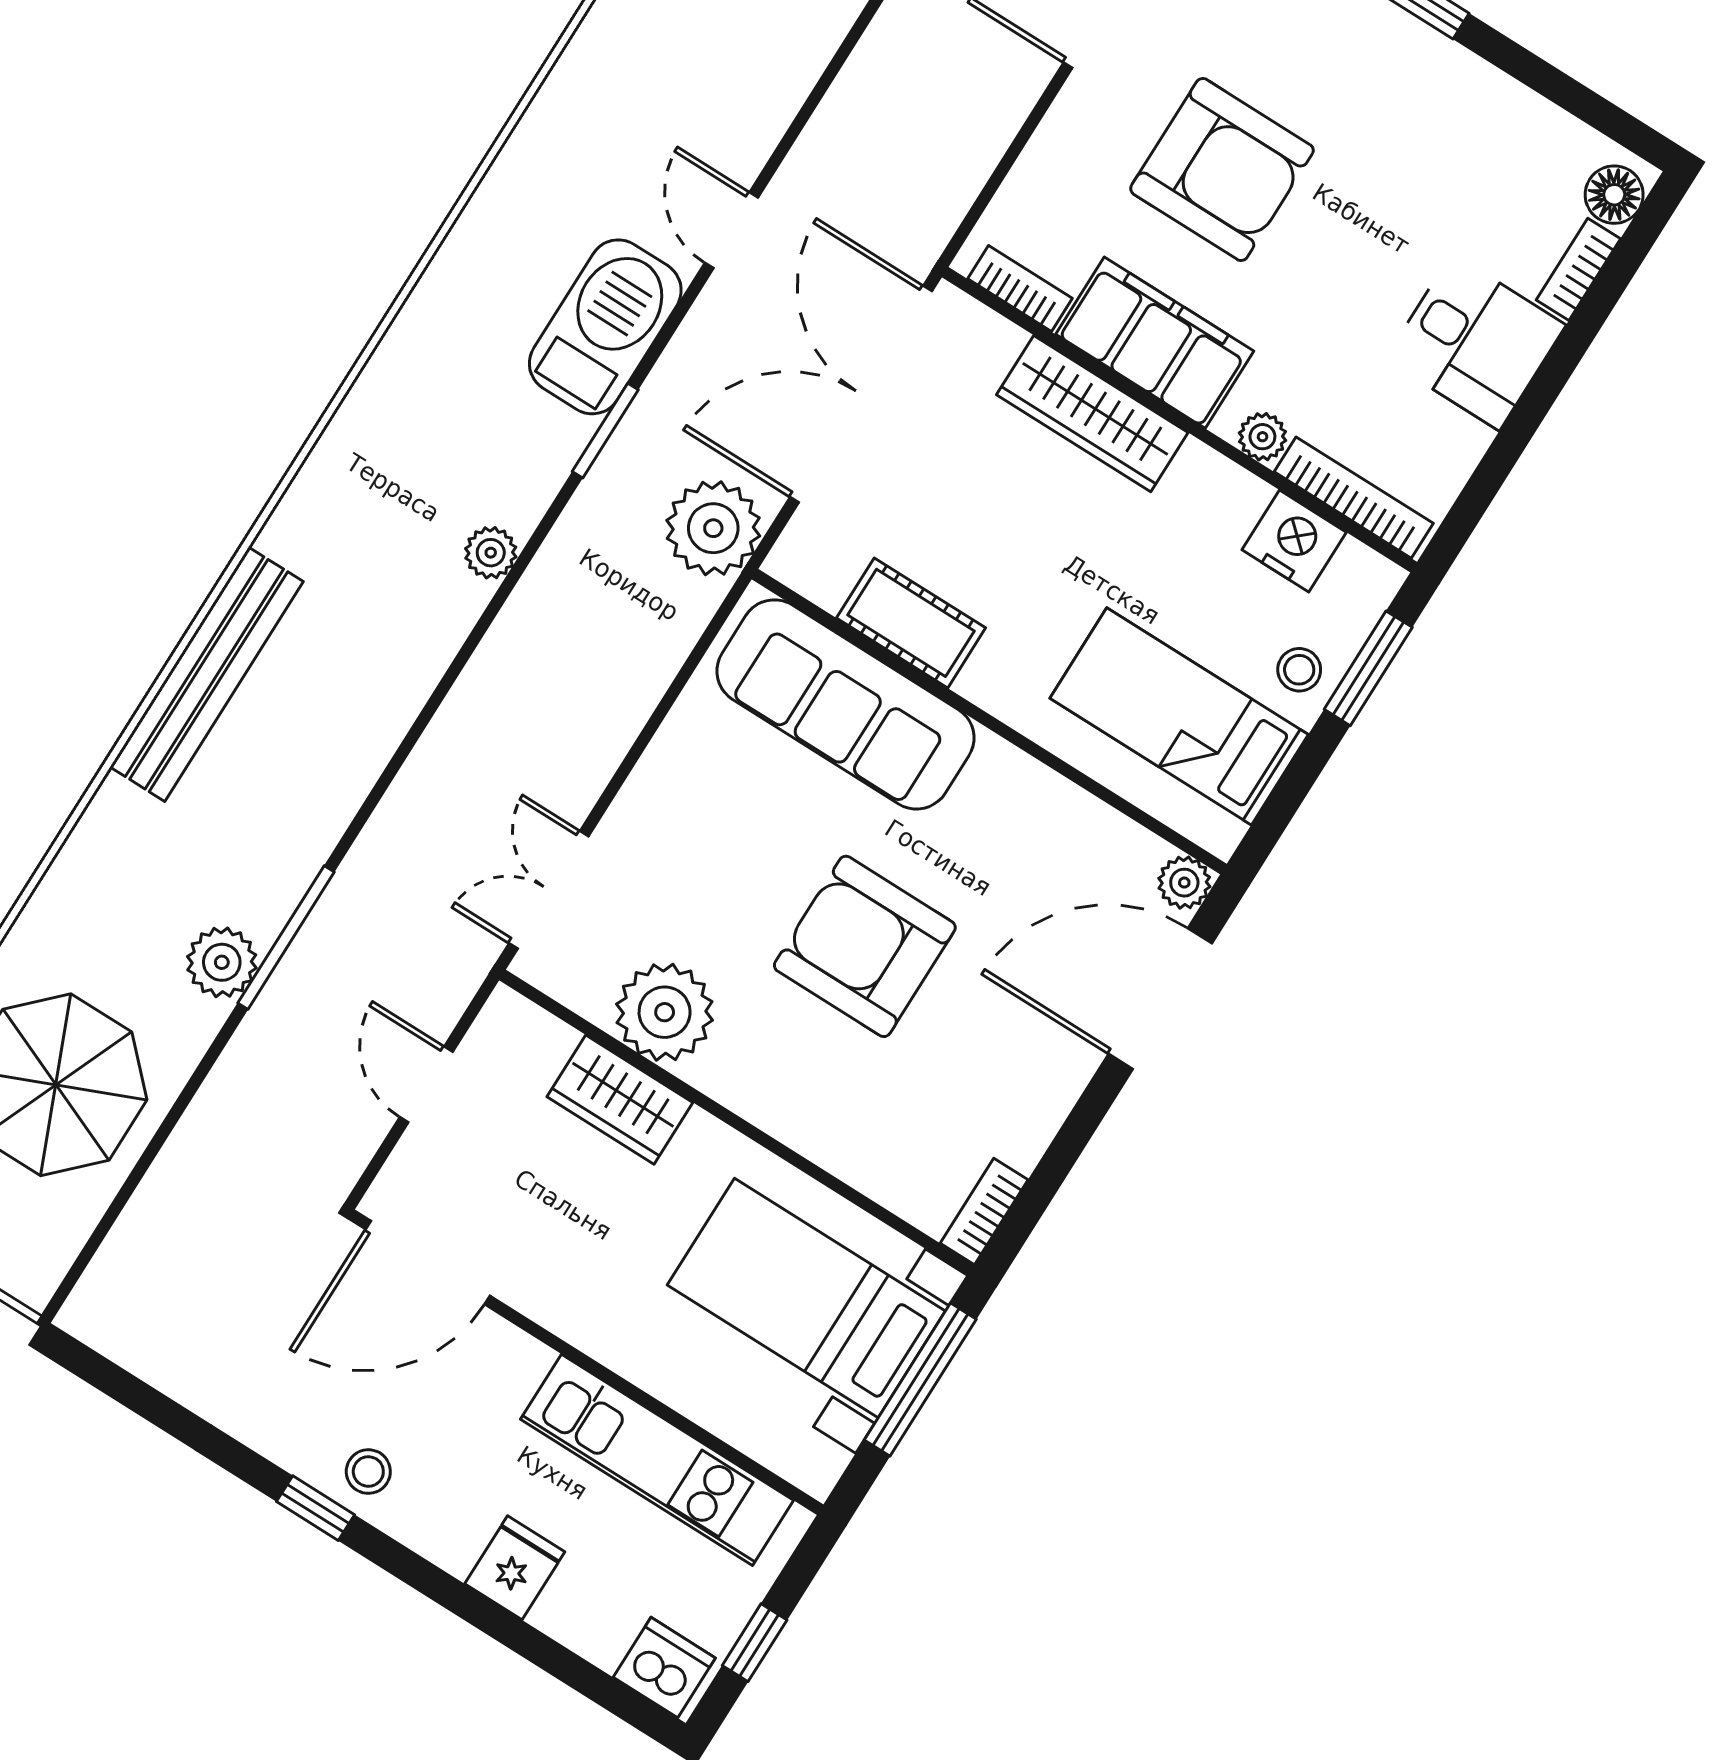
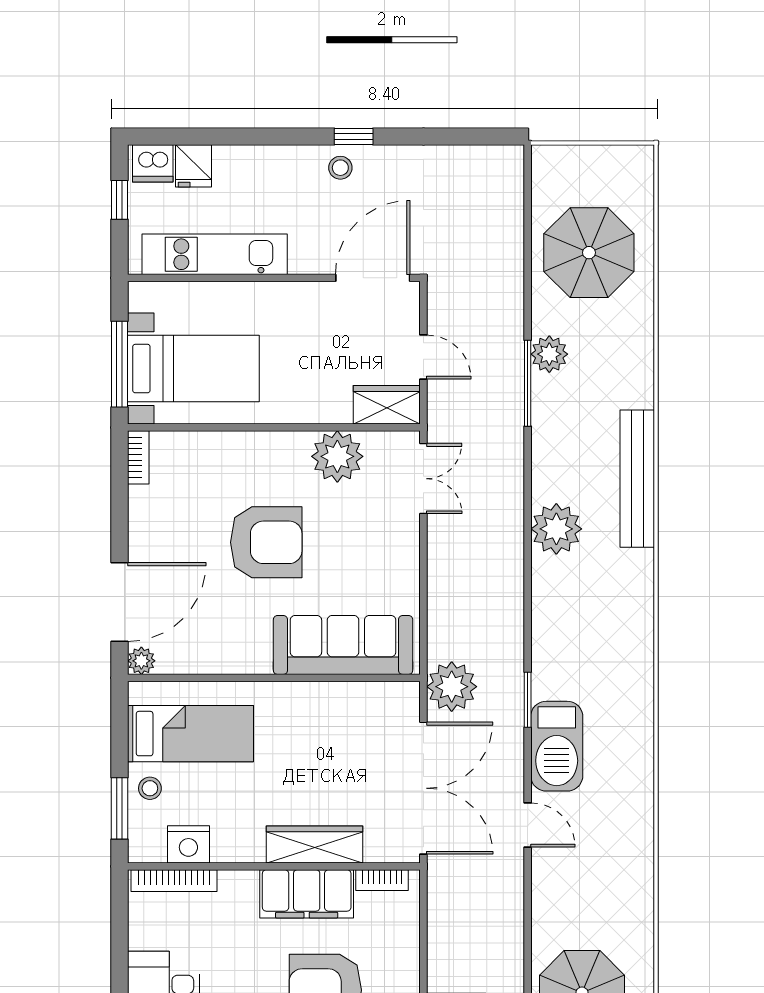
plant: (1262, 437) -> (232, 882), removed
plant: (491, 553) -> (556, 529), moved, width x1.88, depth x1.88
cot: (911, 623) -> (337, 700), removed
wardrobe: (620, 1100) -> (387, 405), moved
fridge: (515, 1568) -> (193, 166), moved

